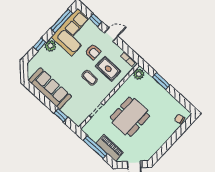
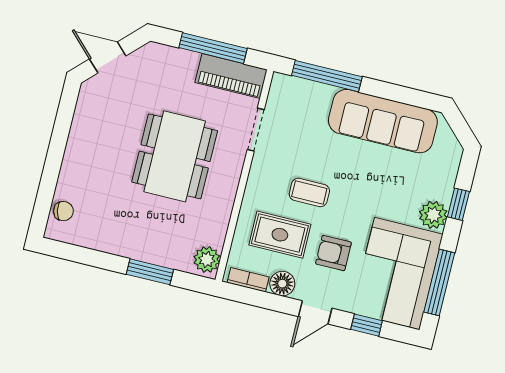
floor lamp: (117, 51) -> (282, 284), added
window: (61, 115) -> (327, 76), width x2.17
piano: (110, 148) -> (231, 76), moved

